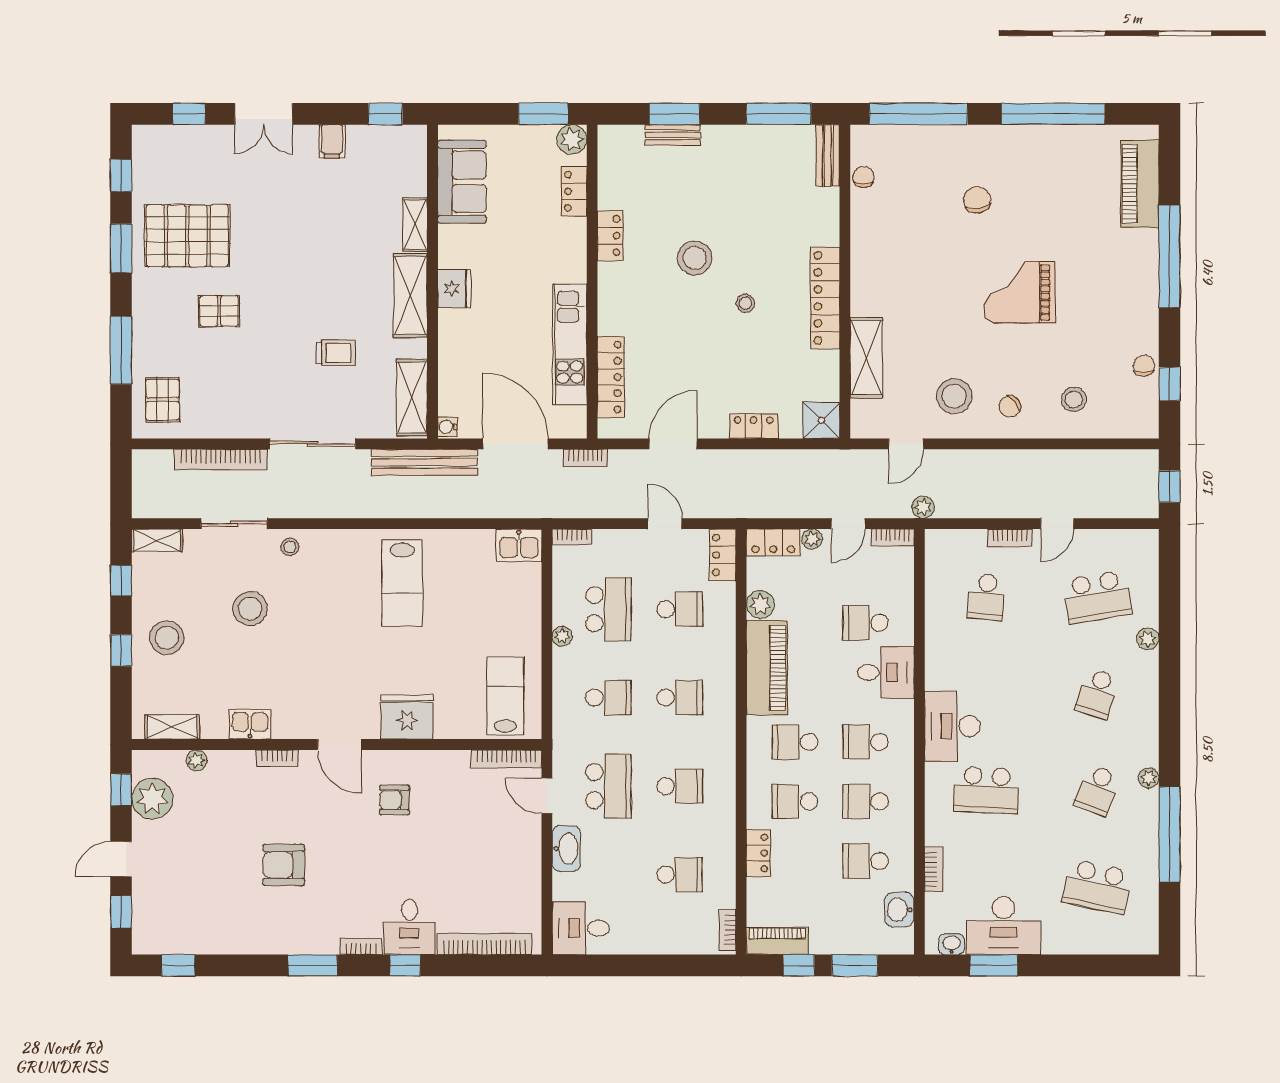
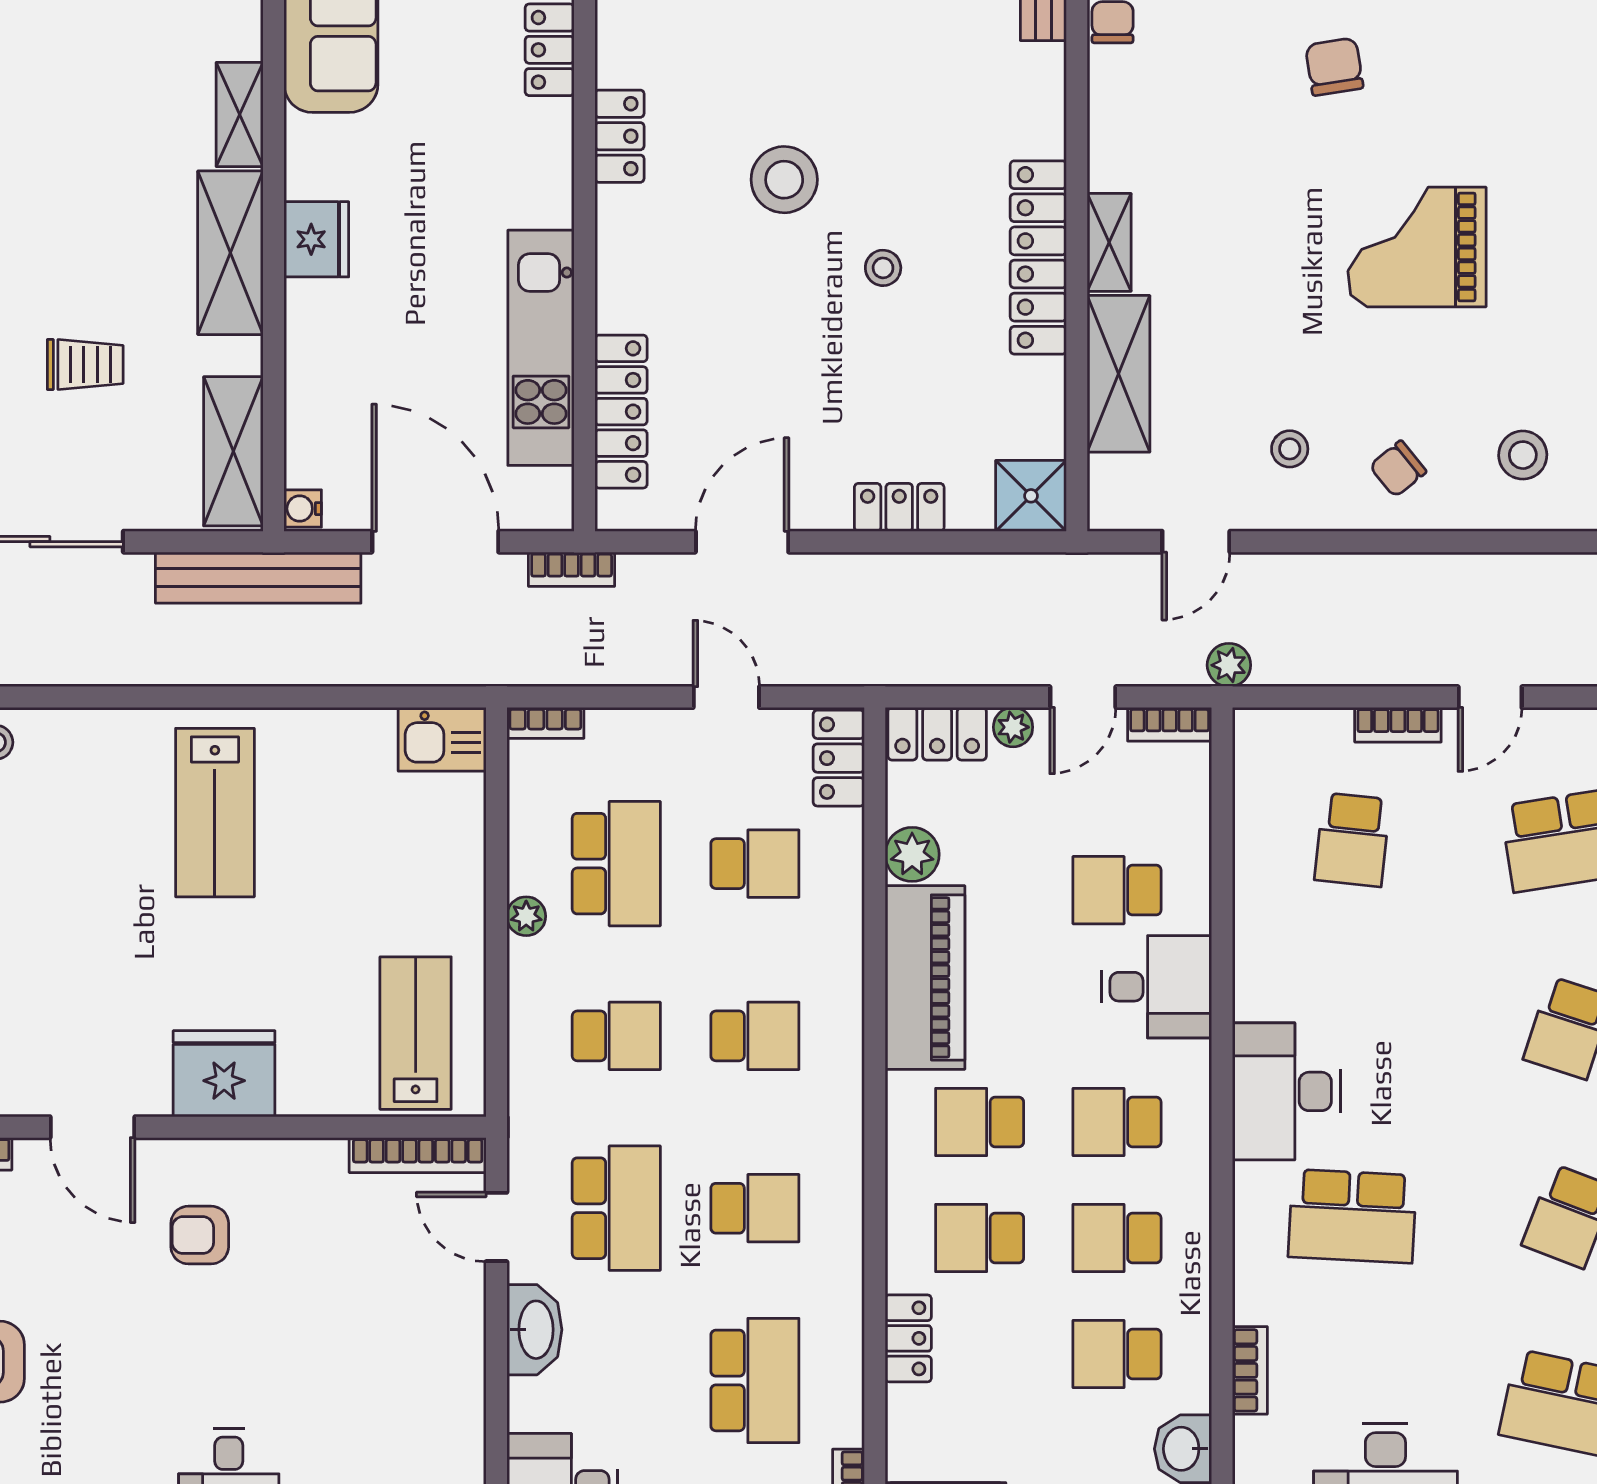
shelving: (862, 290) -> (1109, 242), added
stool: (954, 396) -> (1290, 449), width x0.53, depth x0.53
school desk: (680, 875) -> (755, 1380), width x1.85

